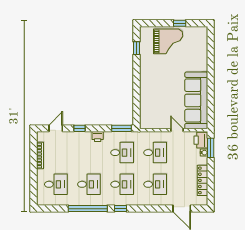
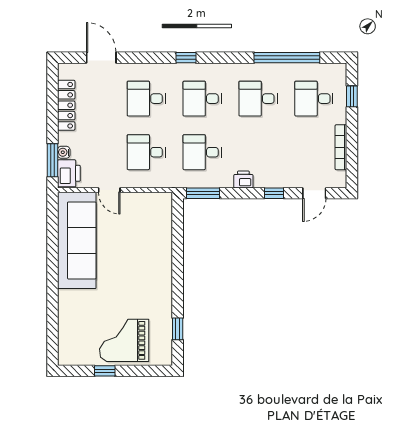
window: (33, 186) -> (352, 96), added
window: (88, 209) -> (287, 58), moved
window: (121, 209) -> (186, 58), moved

